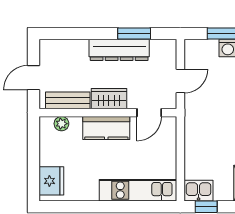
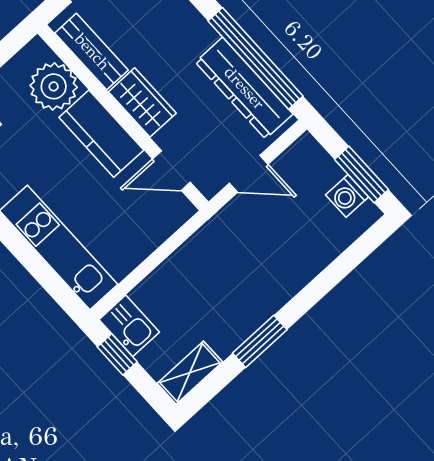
window: (134, 34) -> (256, 58), width x2.11
dresser: (119, 50) -> (244, 88), moved
plant: (61, 124) -> (54, 86), width x1.88, depth x1.88

